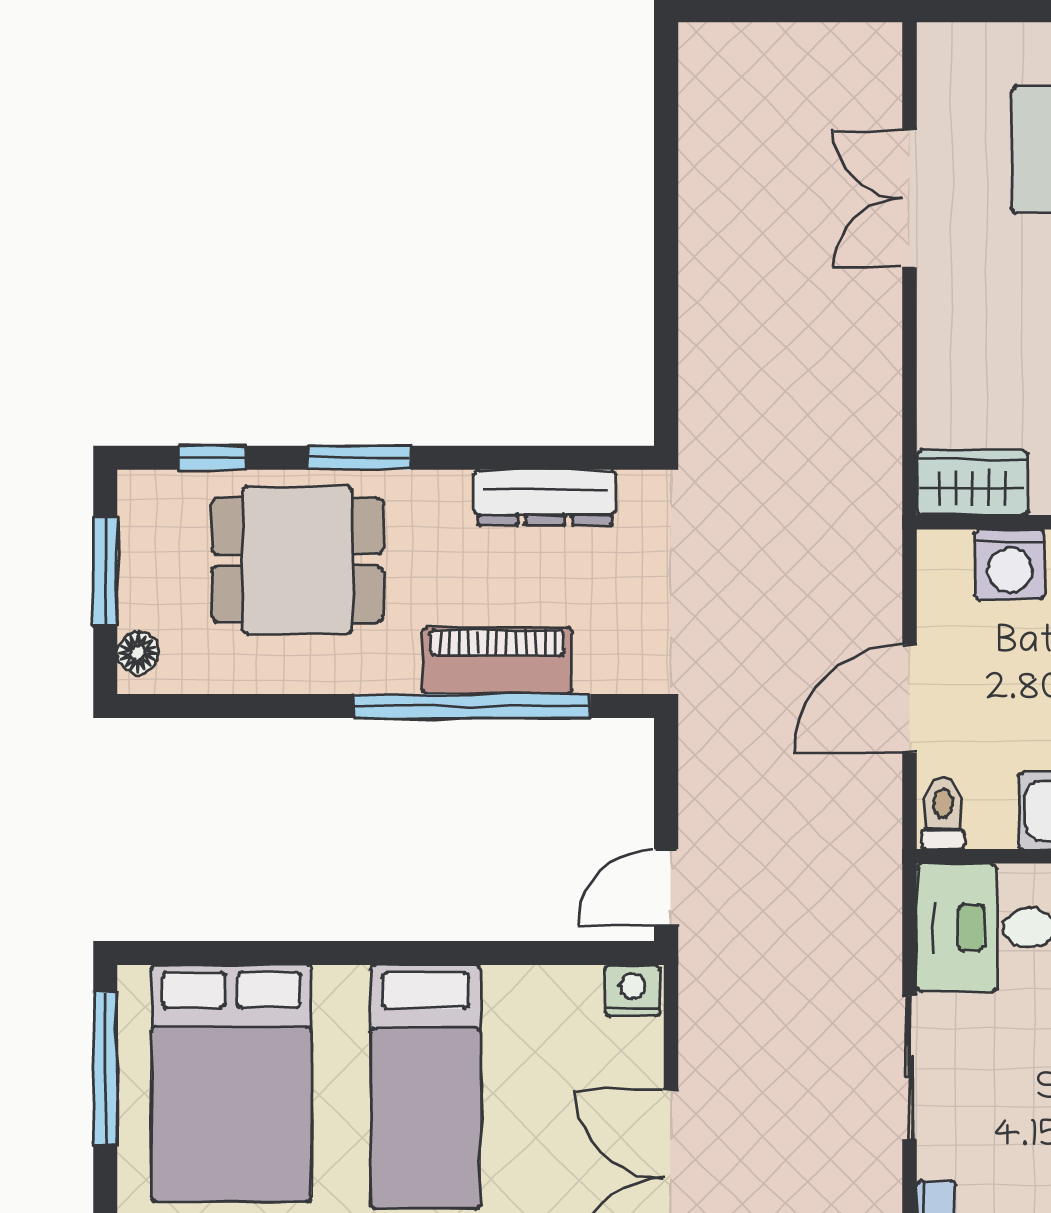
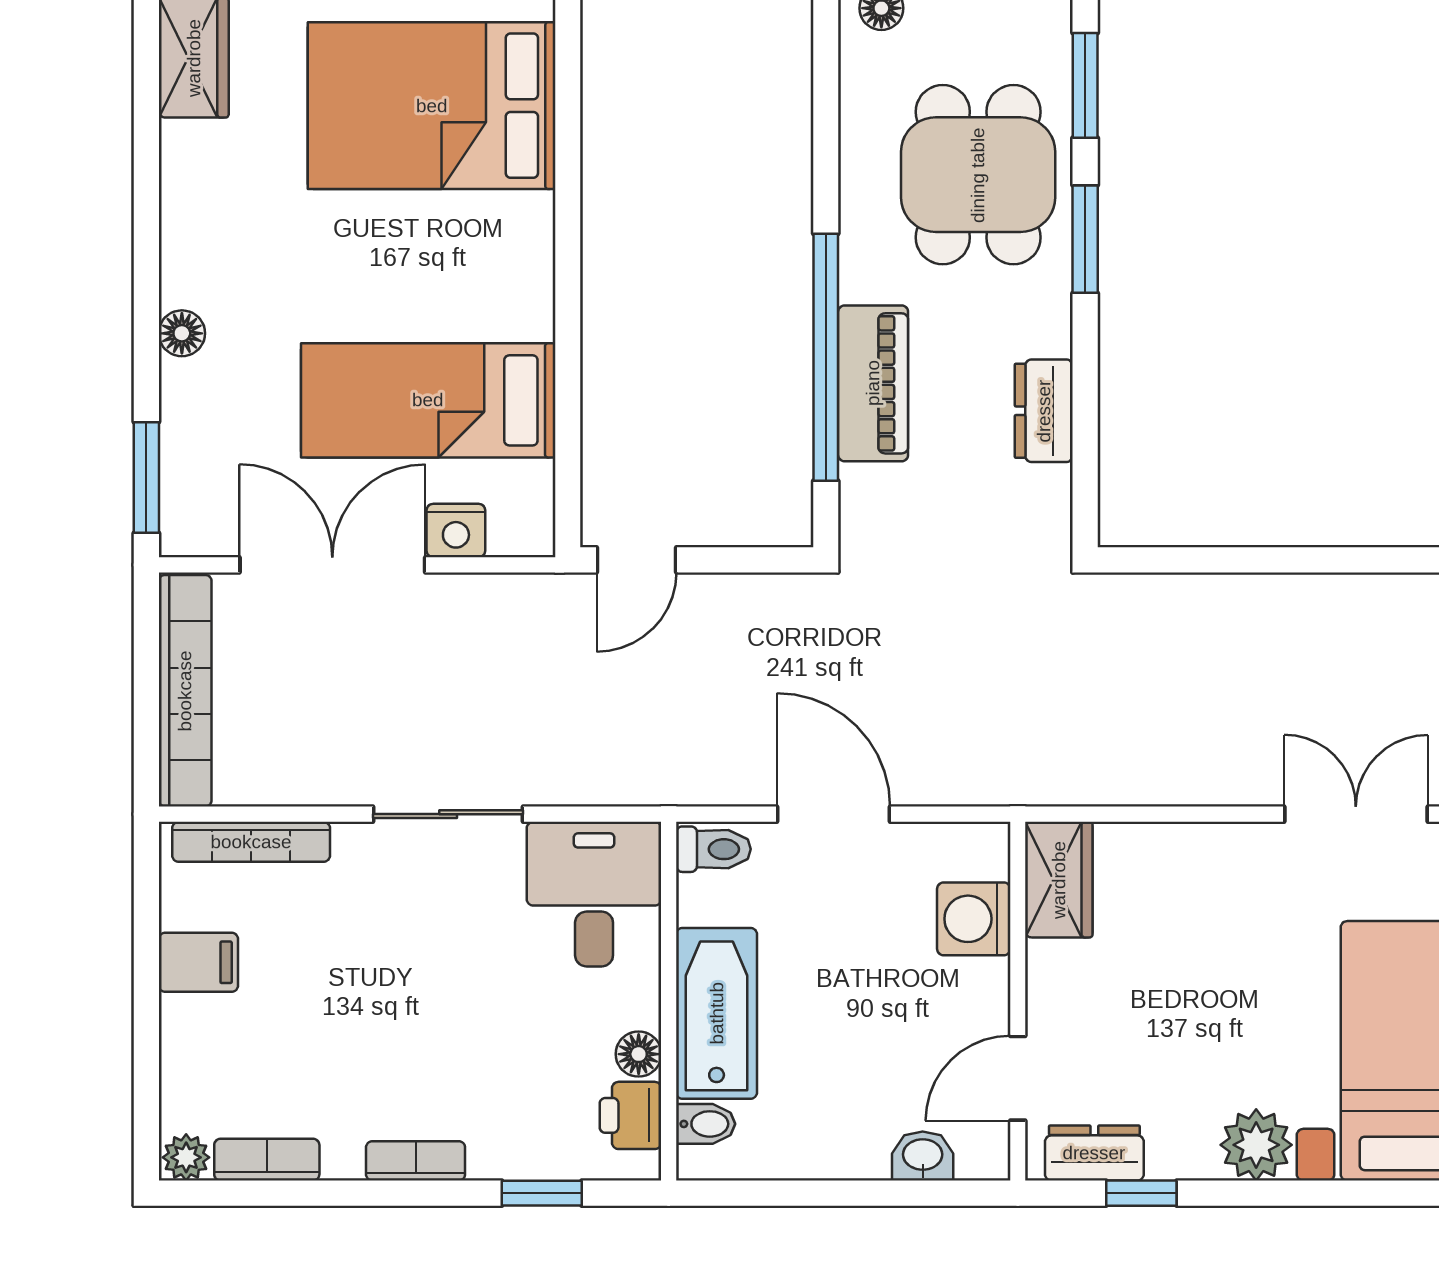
window: (212, 458) -> (1085, 85), width x1.50
dresser: (545, 497) -> (1044, 411), width x0.70
door: (666, 887) -> (636, 560), swing flipped
nightstand: (633, 991) -> (456, 531), moved, turned 90
bed: (425, 1087) -> (428, 400), moved

